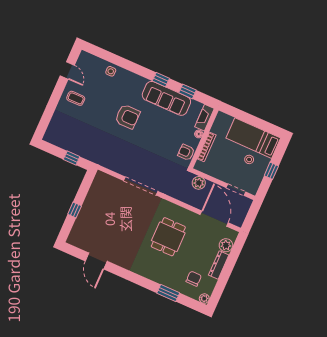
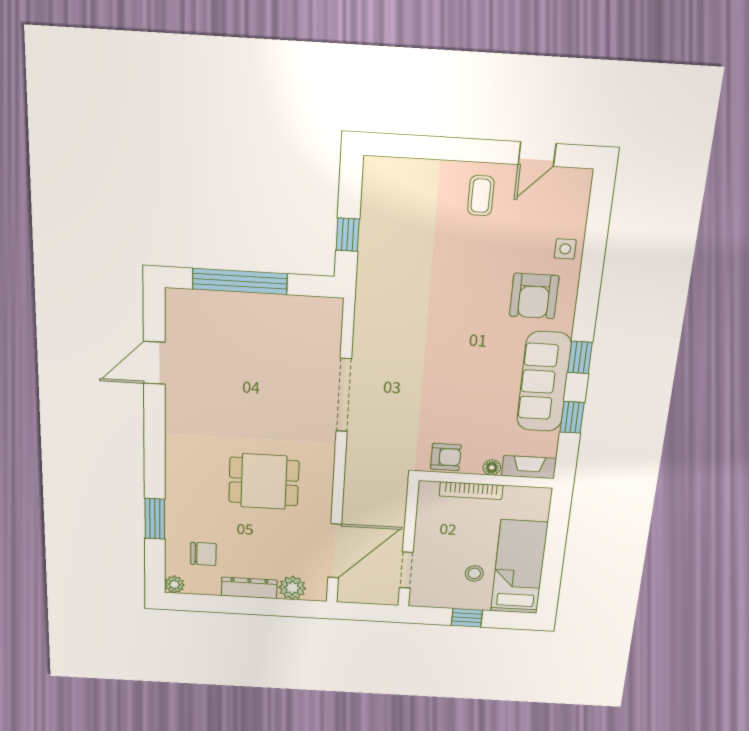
armchair: (127, 117) -> (534, 296), moved
armchair: (186, 152) -> (446, 457), turned 90
plant: (199, 183) -> (393, 500), removed
window: (75, 210) -> (240, 281), width x3.17

